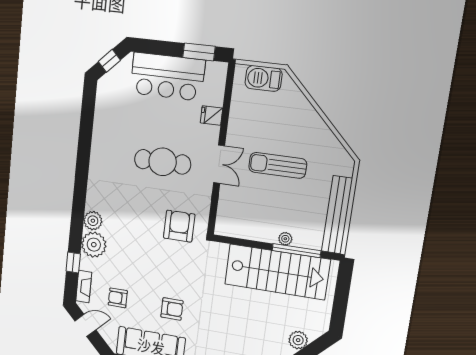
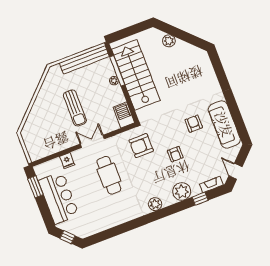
barbecue: (264, 78) -> (124, 115), moved, turned 180
plant: (93, 221) -> (155, 204), moved
armchair: (118, 298) -> (175, 154), moved

